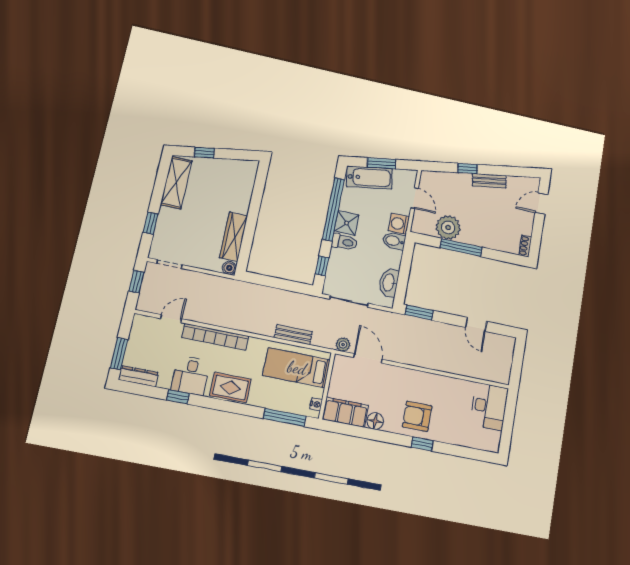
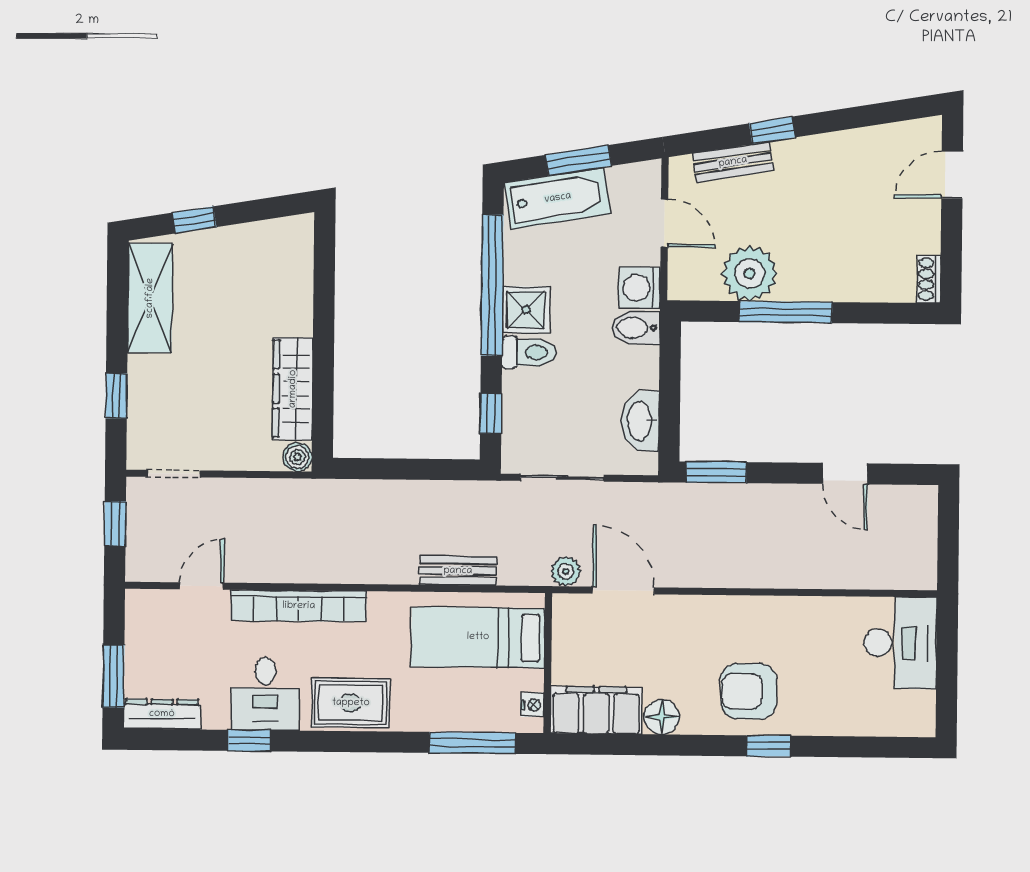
bench: (489, 181) -> (733, 162), moved

